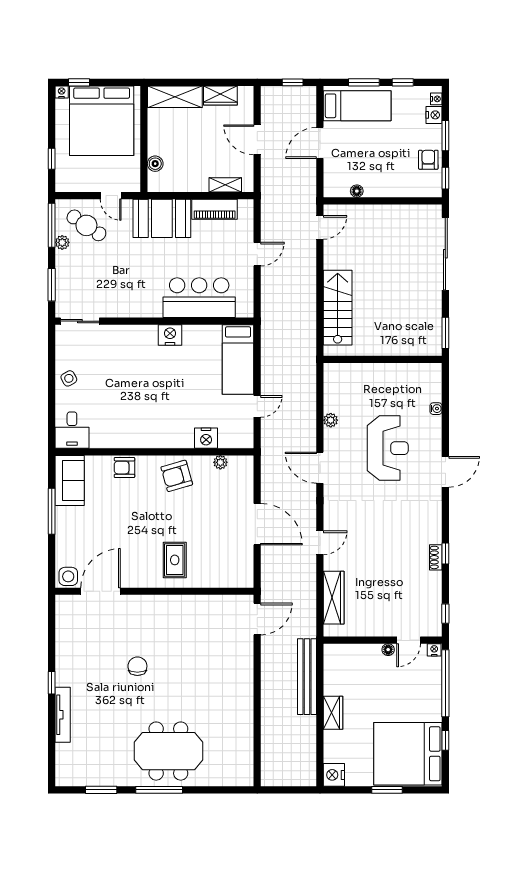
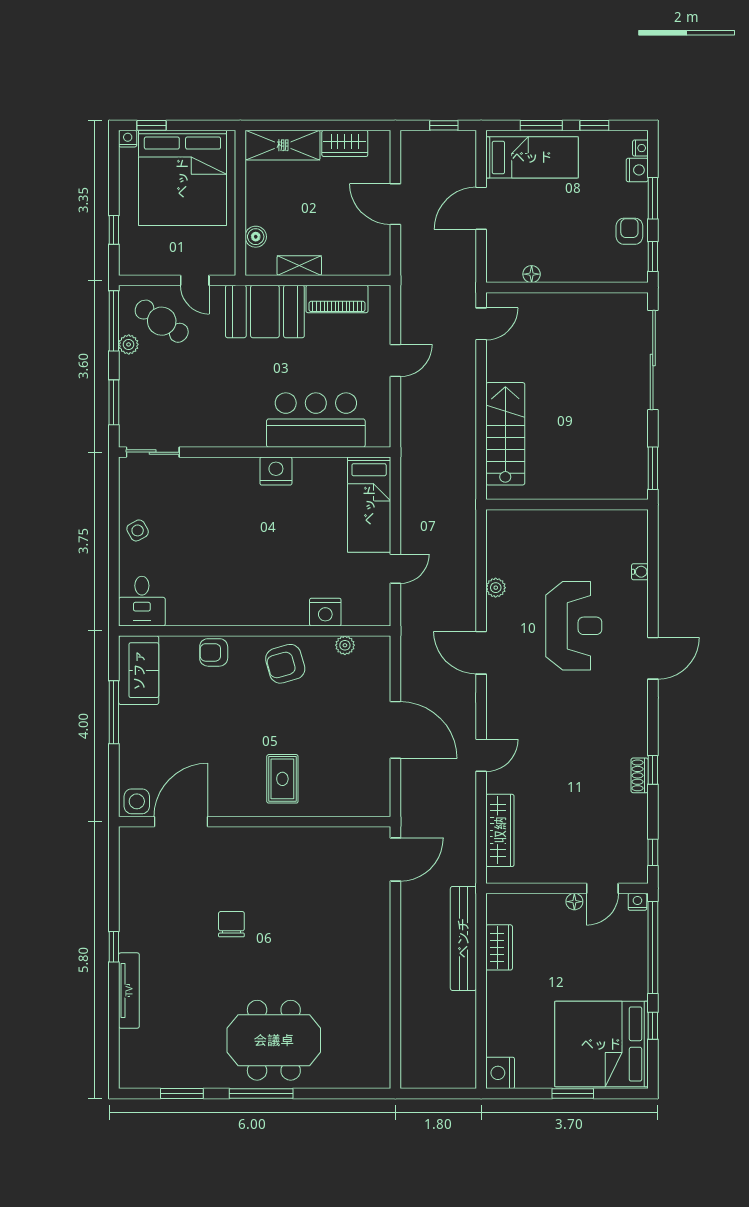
shelving: (225, 185) -> (299, 266), moved
wardrobe: (333, 713) -> (499, 947), moved

